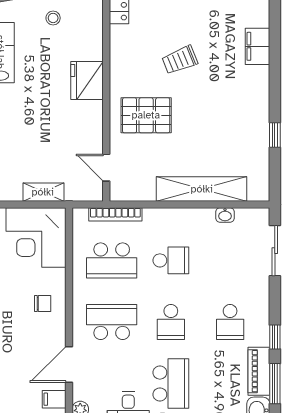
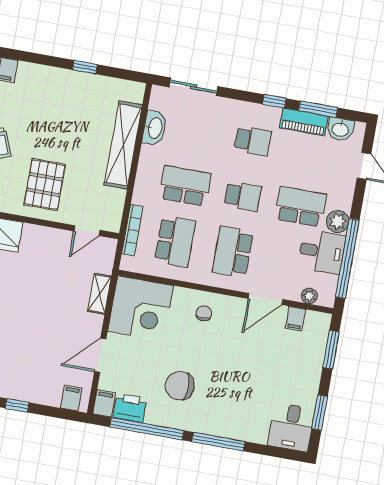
washbasin: (225, 215) -> (155, 128), width x1.91, depth x1.45
school desk: (171, 260) -> (185, 186), width x1.85
door: (69, 365) -> (265, 299), hinge flipped

